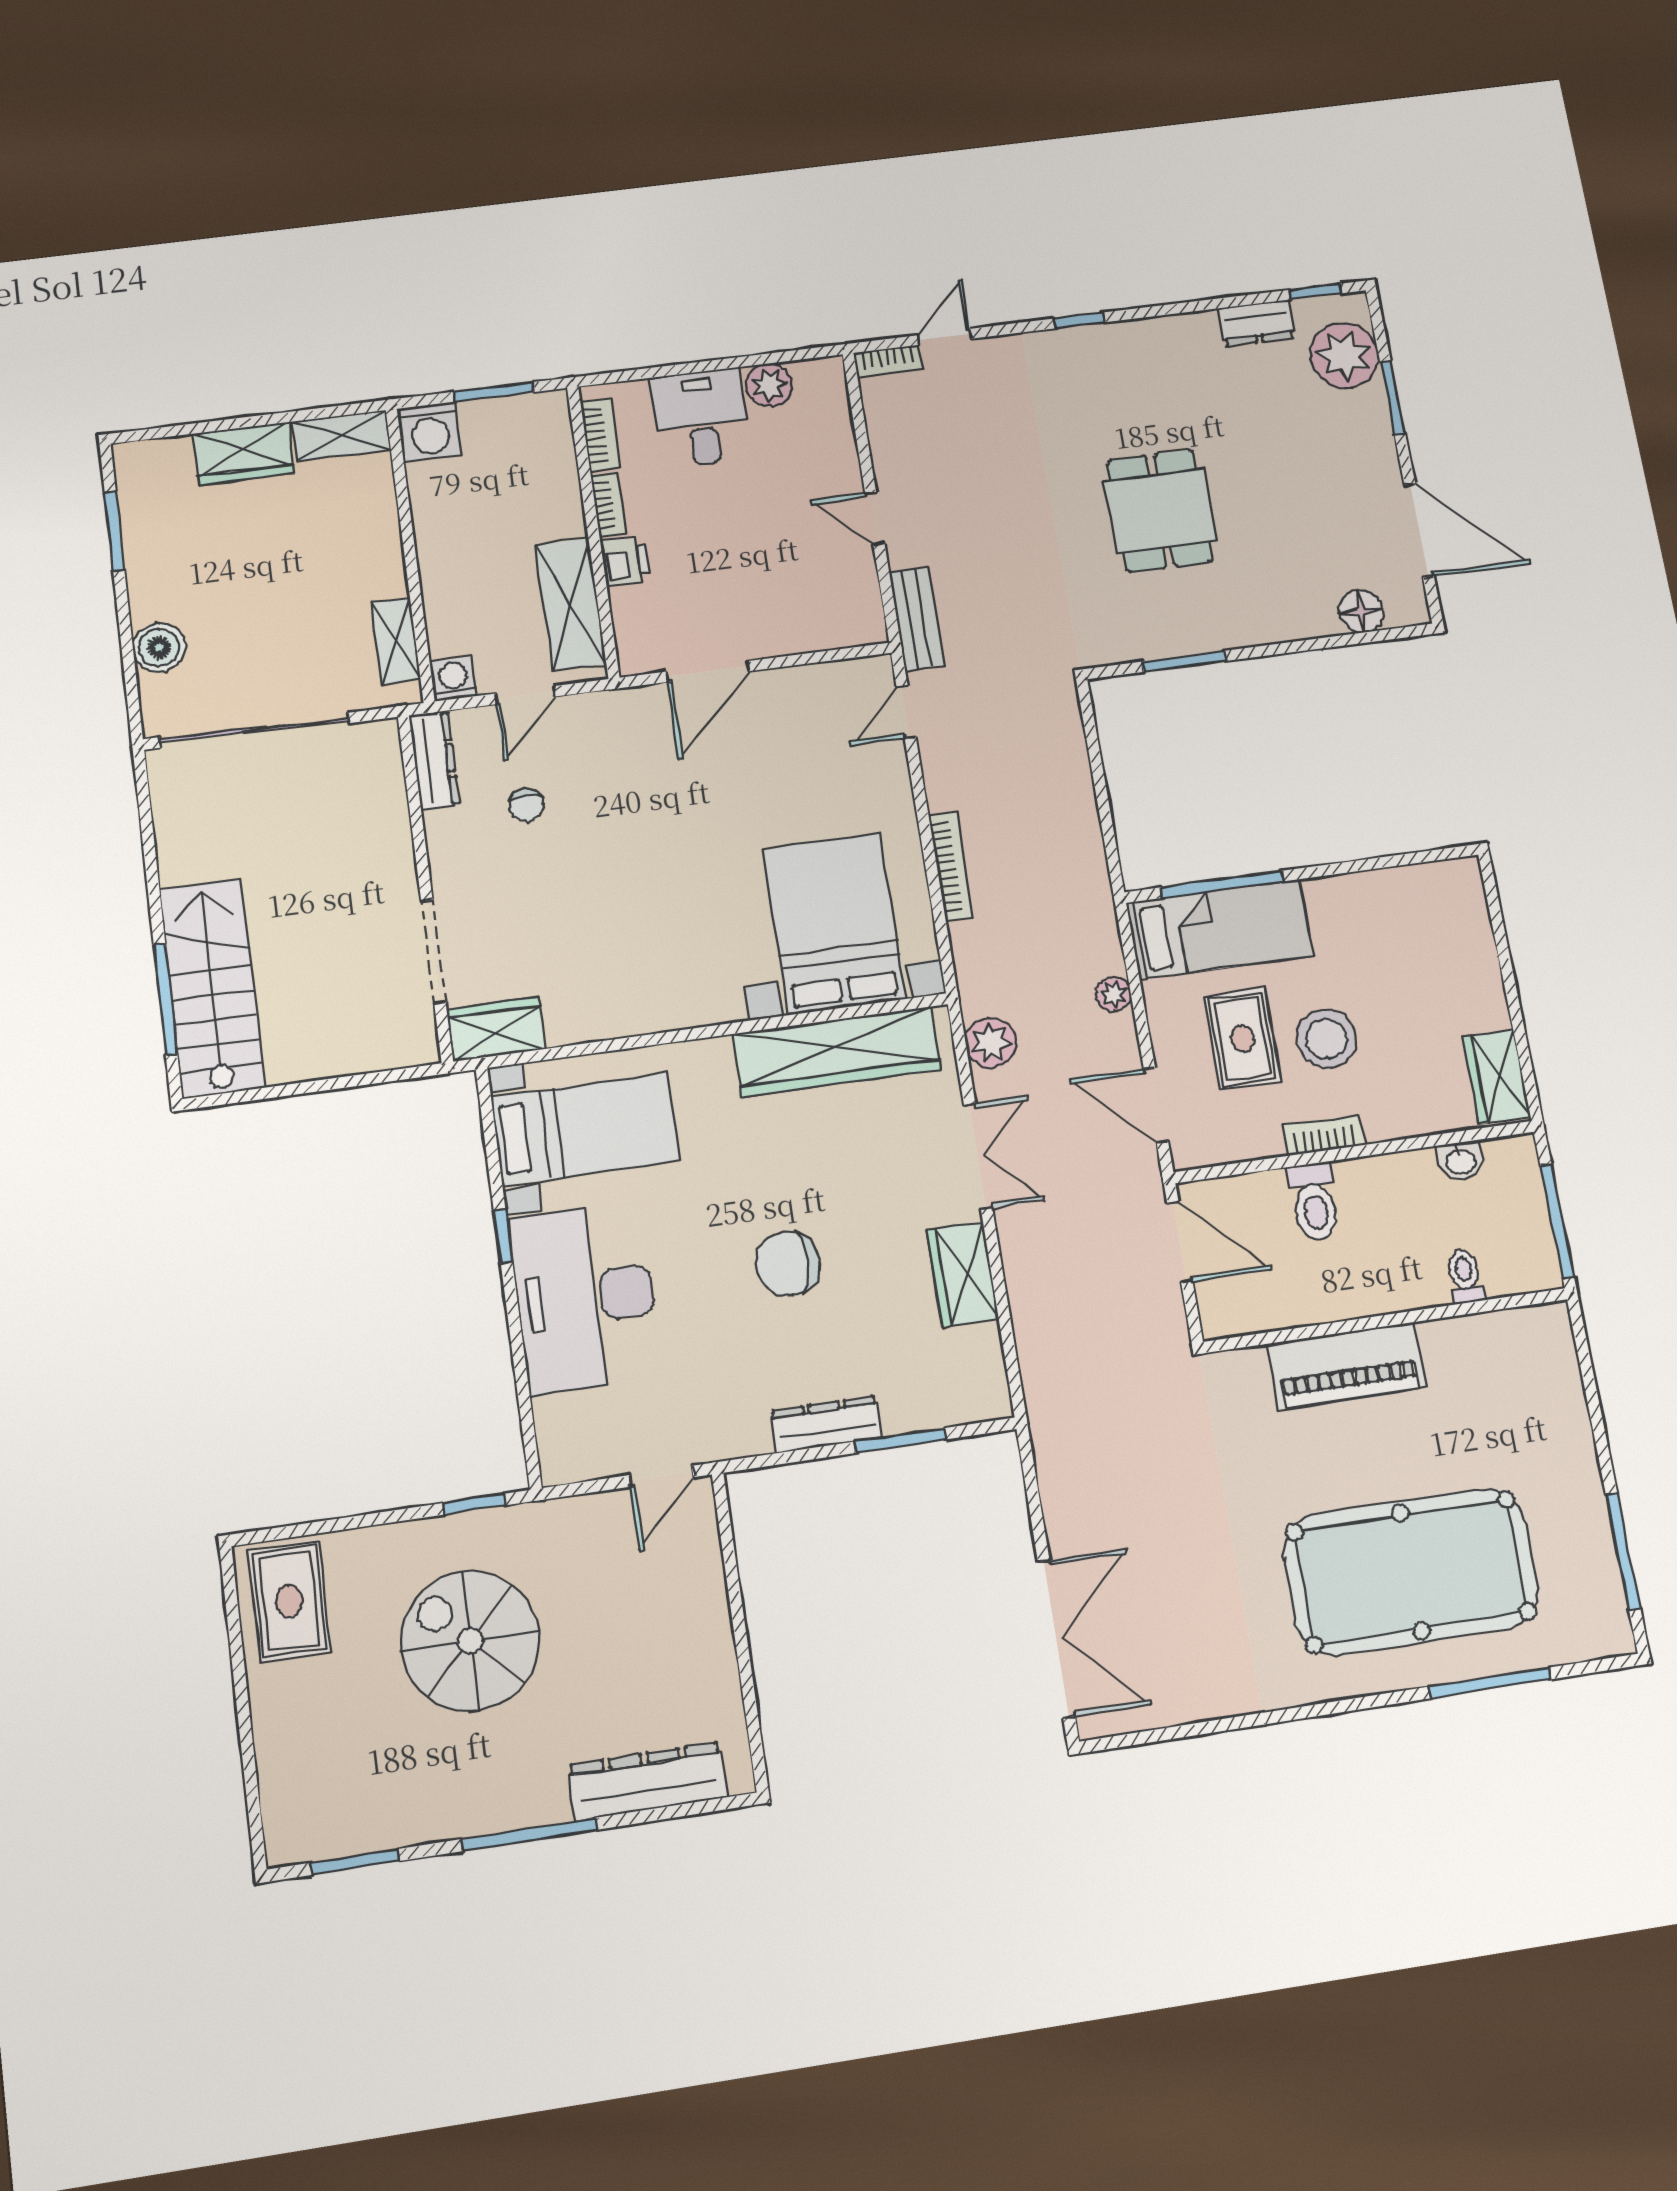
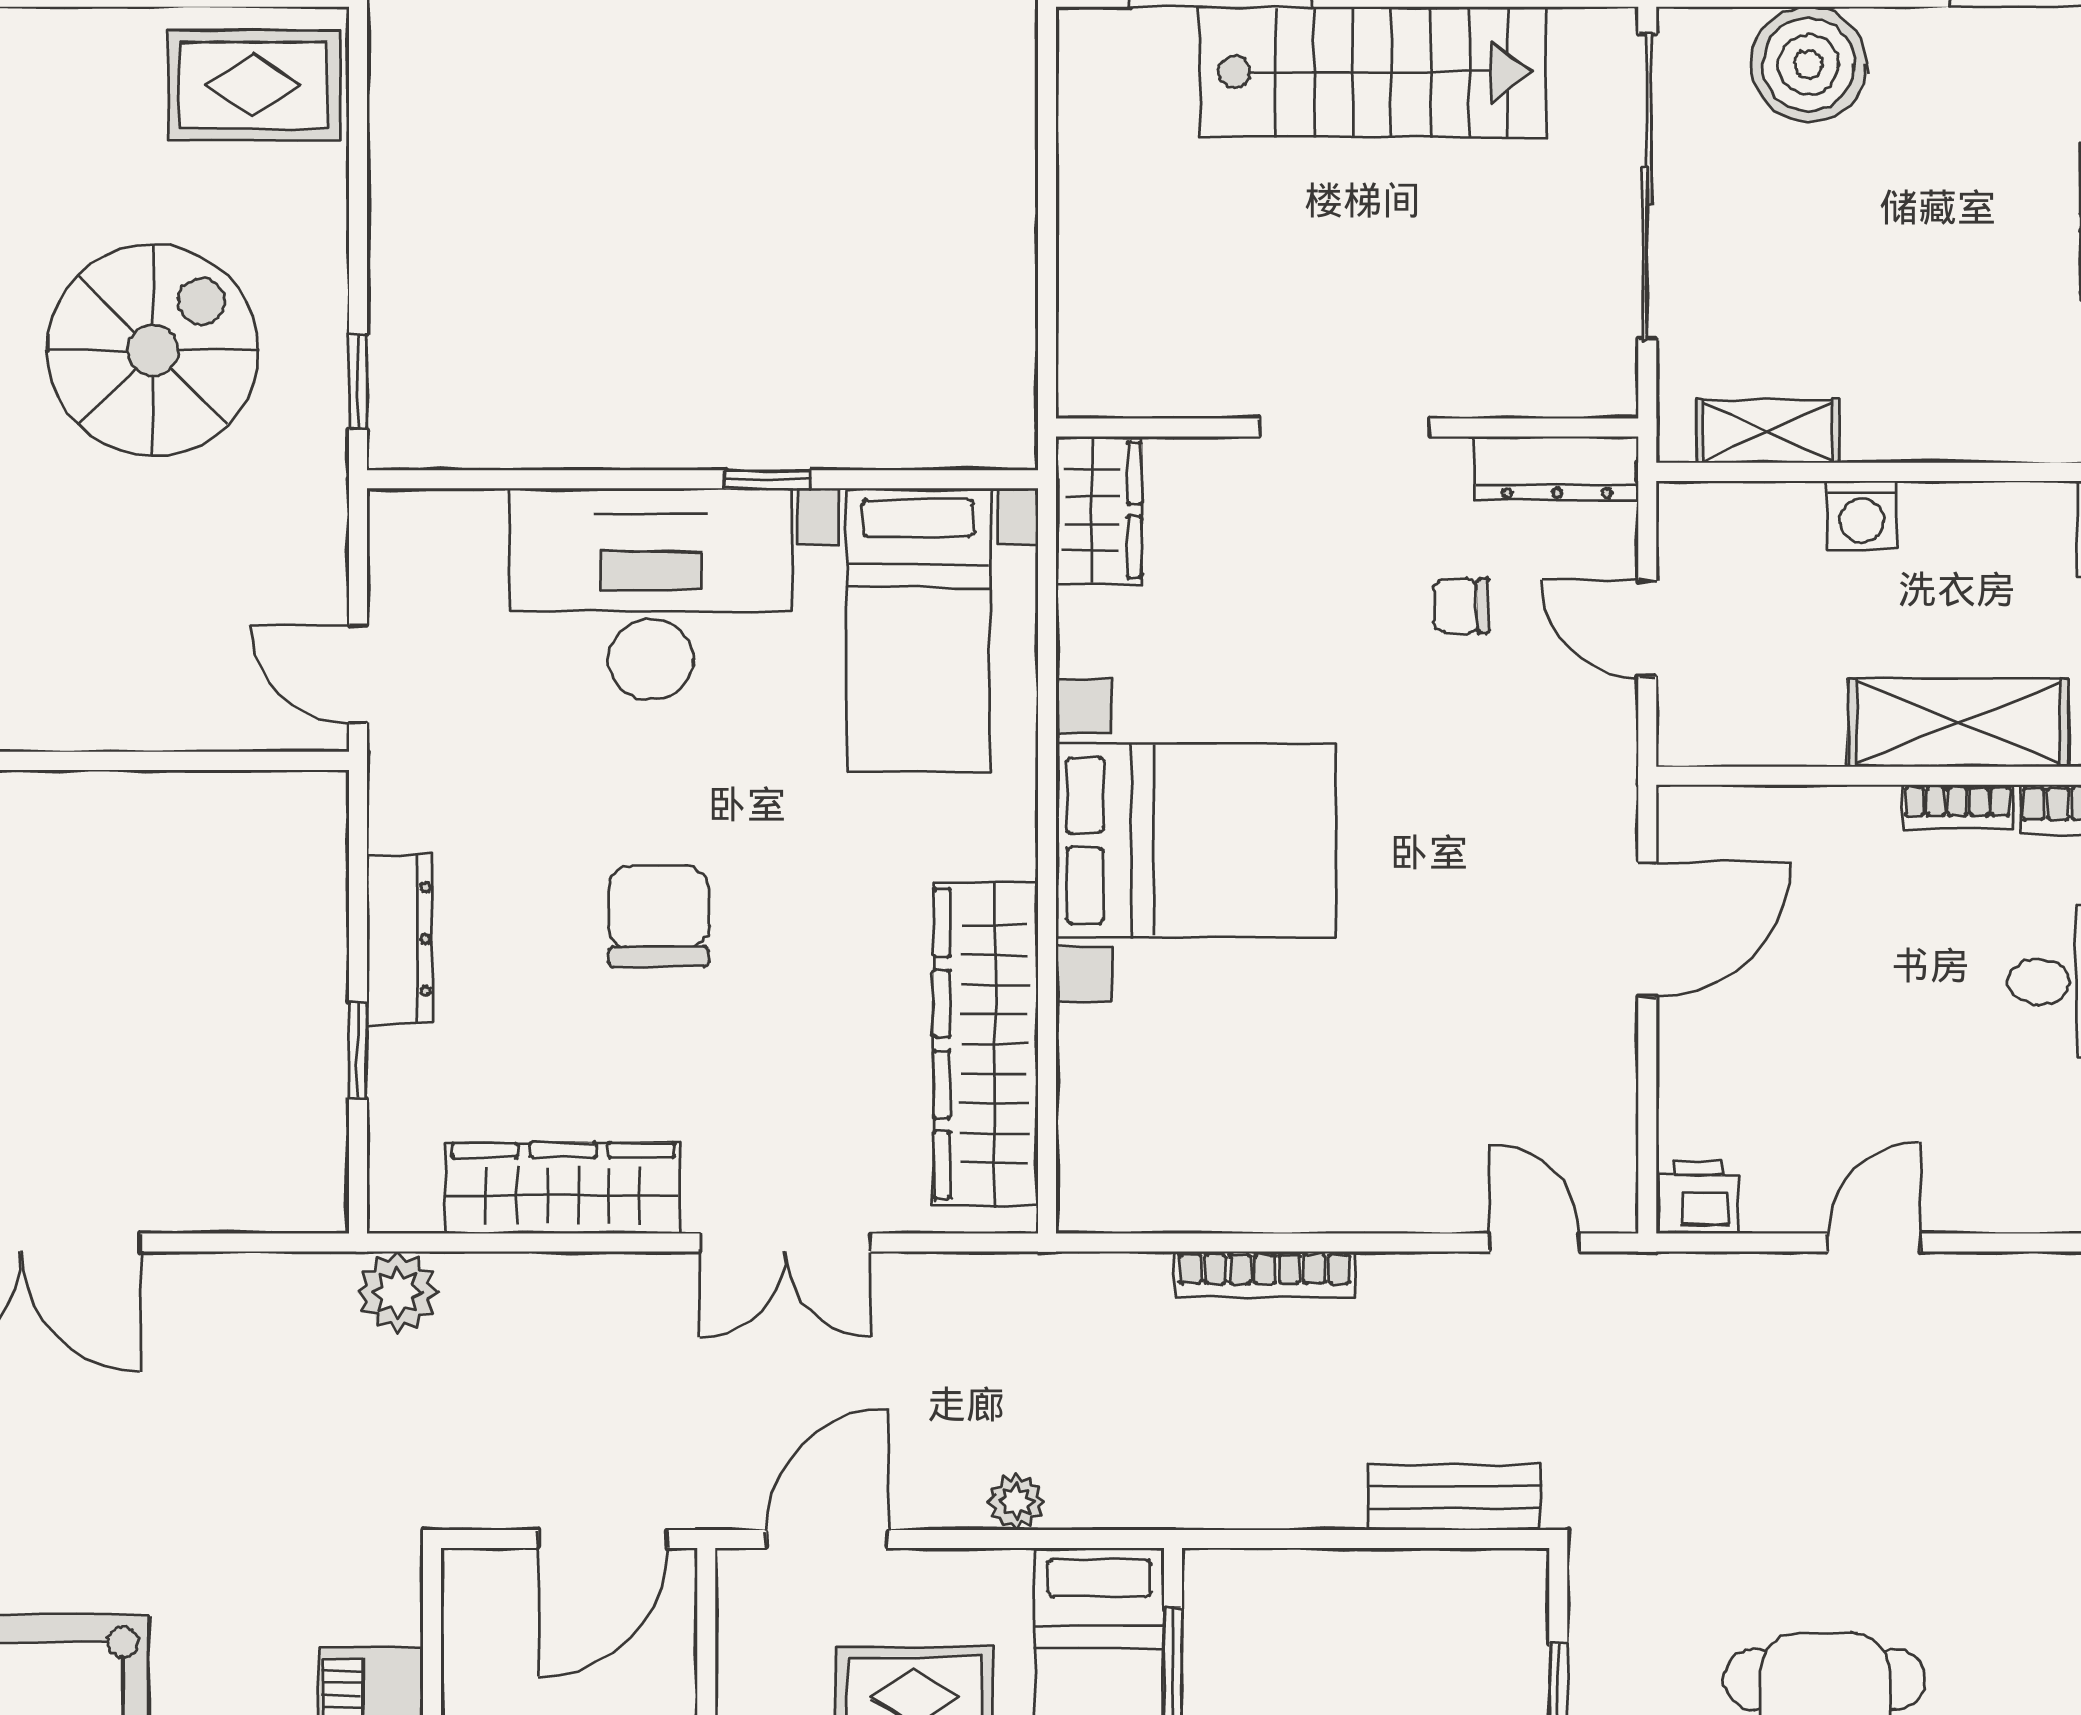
printer: (625, 561) -> (1698, 1197), moved, turned 180
shelving: (571, 604) -> (1958, 723), moved
bench: (916, 619) -> (1454, 1497), moved
boiler: (159, 647) -> (1809, 64), width x1.37, depth x1.37
door: (708, 671) -> (1647, 929), swing flipped
washing machine: (453, 679) -> (1862, 515), moved, turned 90
bed with nightstands: (835, 923) -> (1196, 840), moved
doorway: (433, 951) -> (1345, 427), moved
stairs: (212, 988) -> (1373, 72), moved
plant: (991, 1043) -> (397, 1292), moved
wardrobe: (963, 1274) -> (563, 1188), width x1.50
window: (900, 1440) -> (358, 1050), width x0.67

